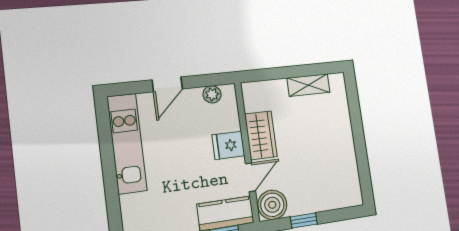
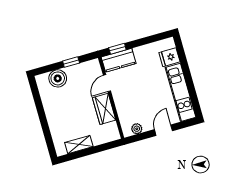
fridge: (228, 145) -> (169, 57), moved, turned 180
boiler: (272, 205) -> (58, 78), moved

